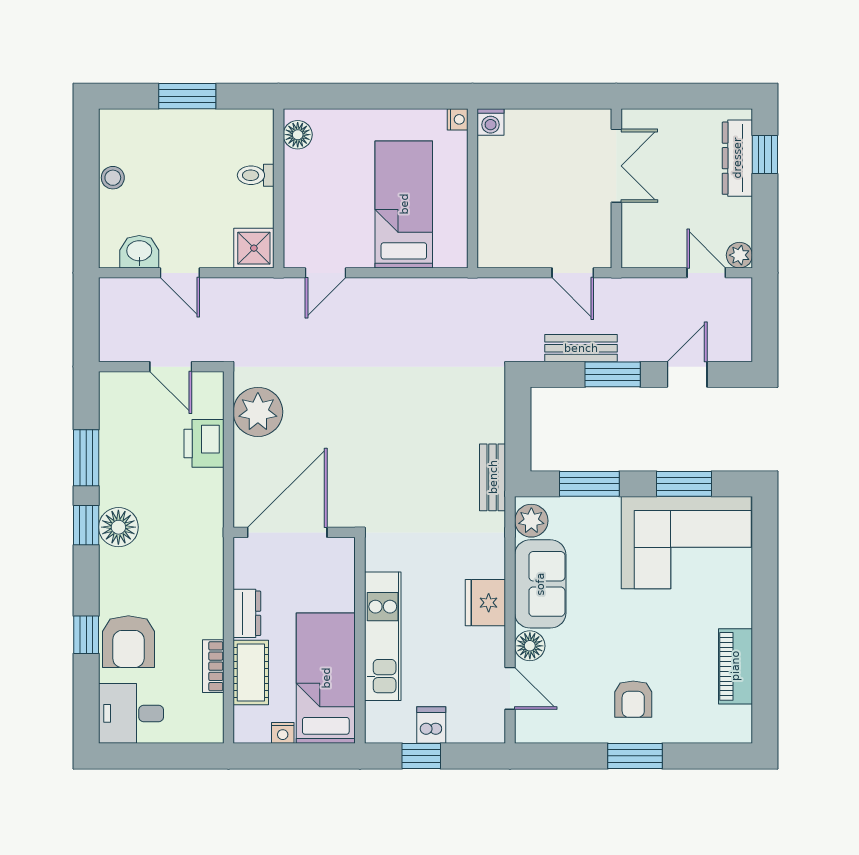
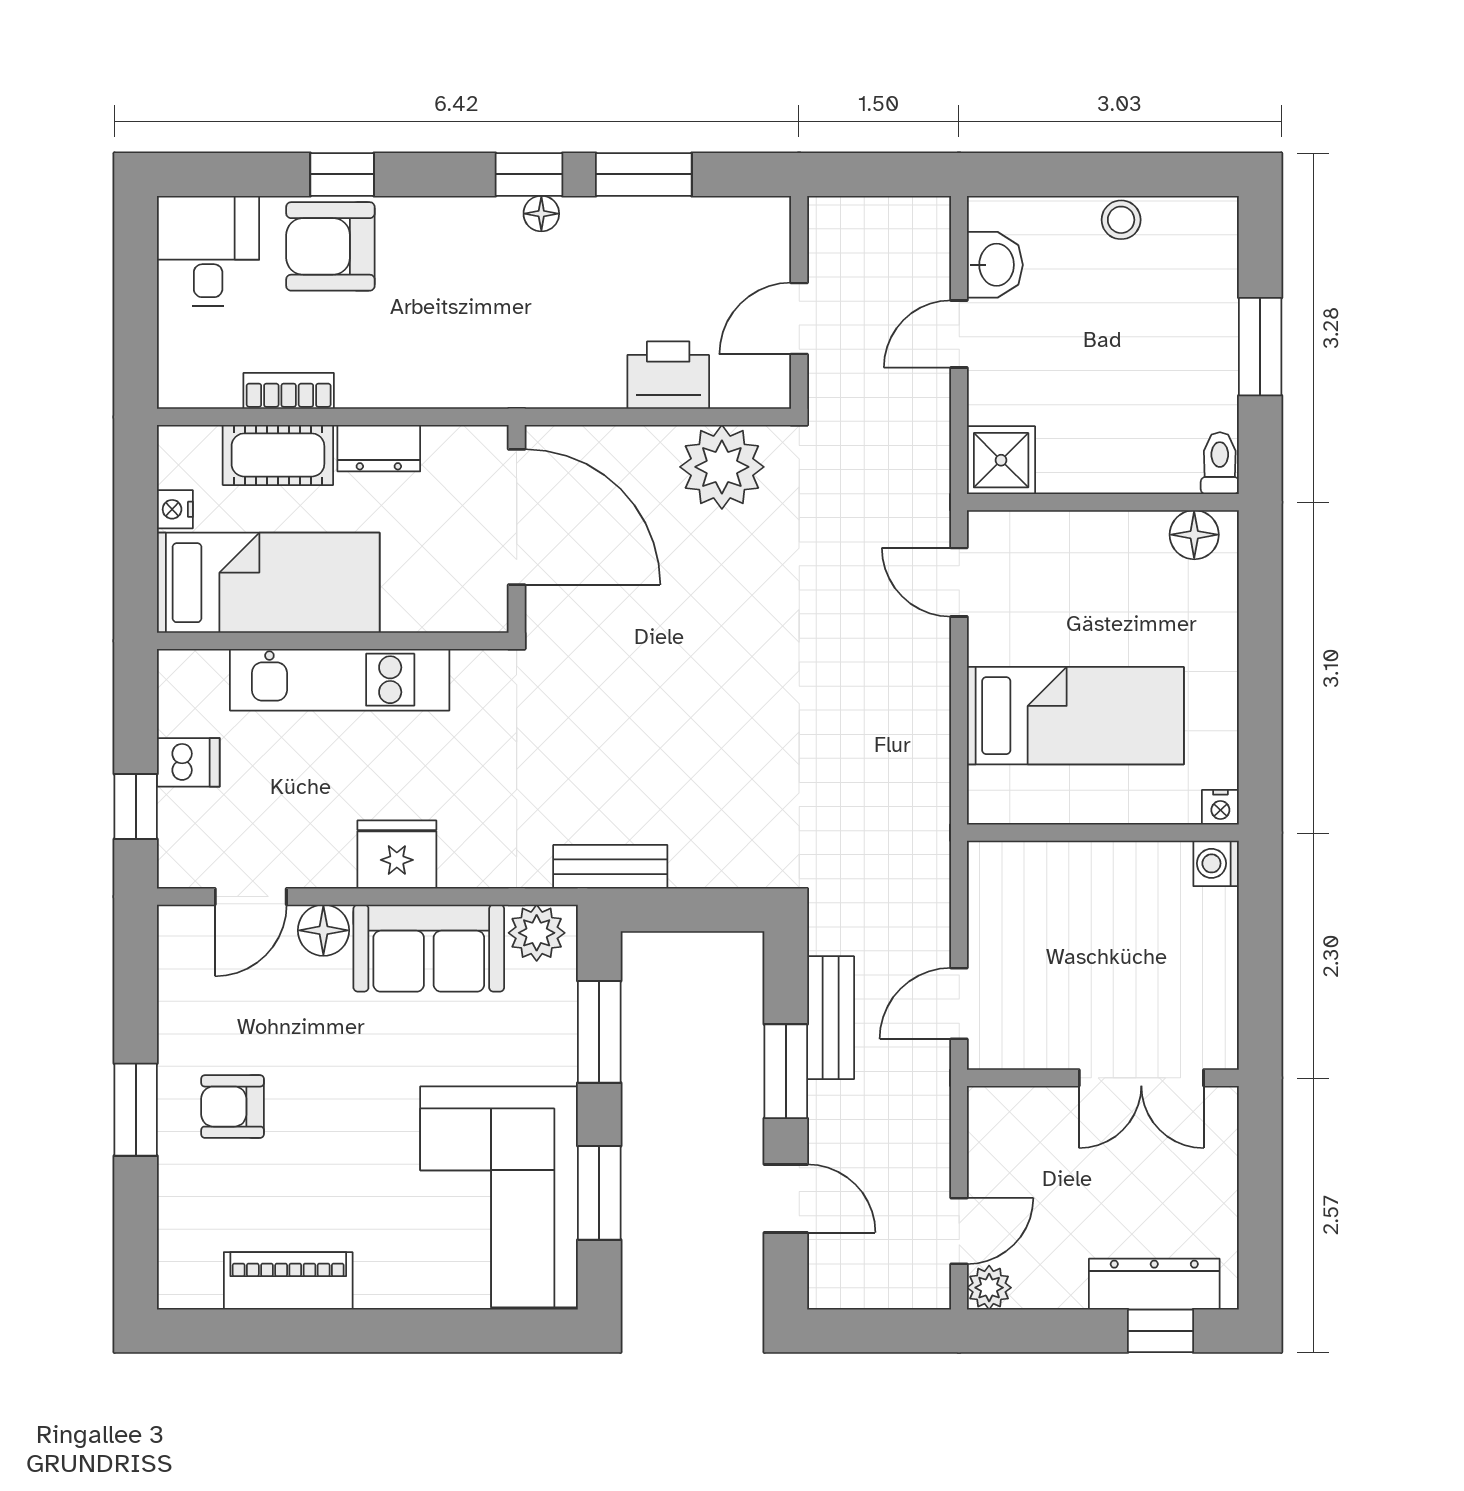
toilet: (256, 175) -> (1220, 463), moved
floor lamp: (118, 527) -> (541, 214), width x0.53, depth x0.53
window: (421, 756) -> (136, 807), moved

